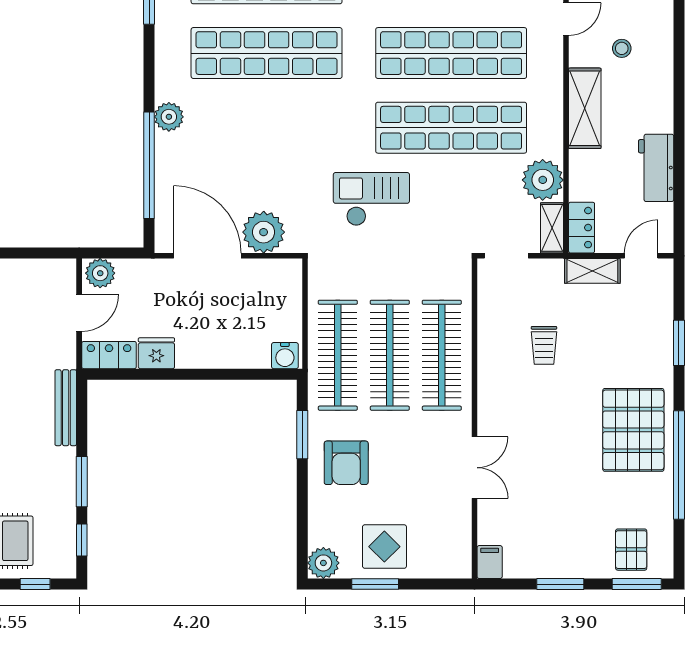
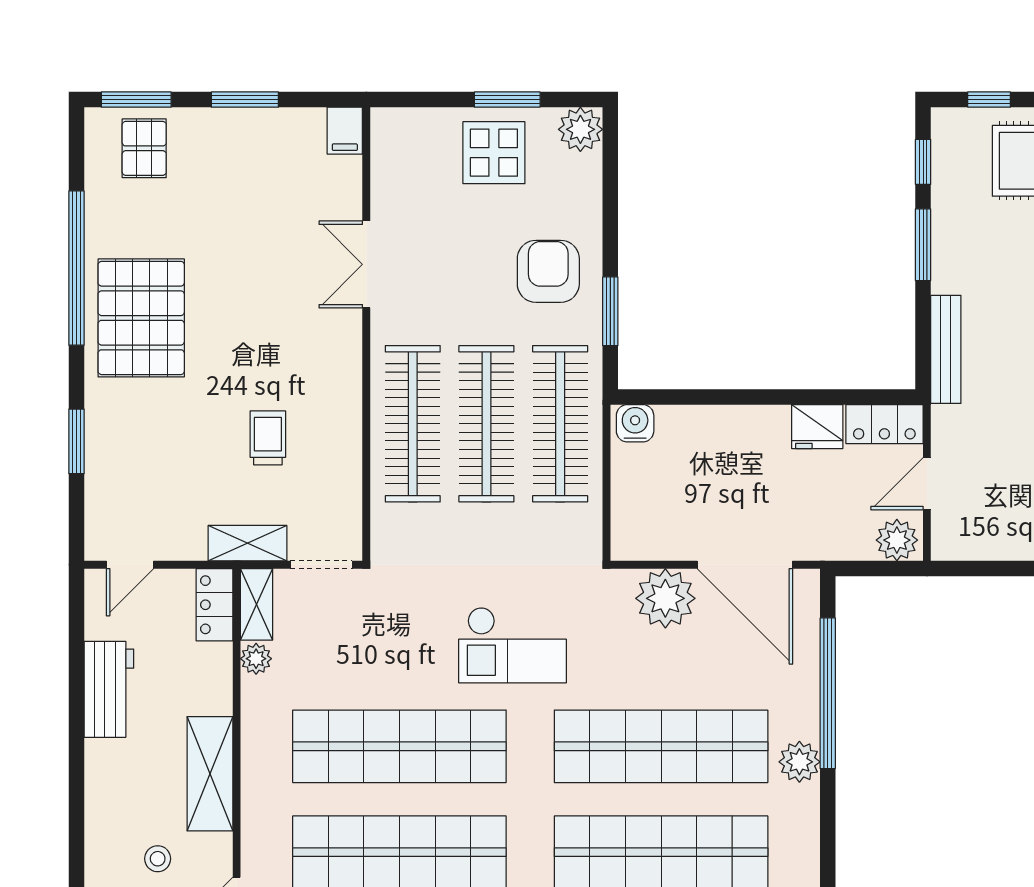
shop shelf: (267, 128) -> (661, 746), added
plant: (543, 180) -> (256, 659), width x0.53, depth x0.53
shelving: (592, 271) -> (247, 543), moved

